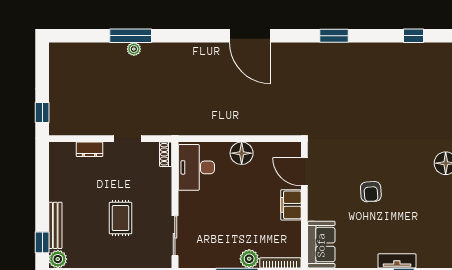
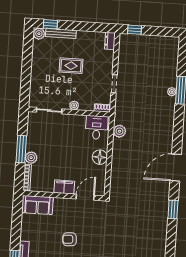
window: (334, 36) -> (173, 209), moved
plant: (200, 126) -> (120, 131), added
dresser: (90, 149) -> (110, 41), moved
desk: (196, 167) -> (97, 127), width x0.73
plant: (165, 198) -> (74, 105), added
rug: (120, 218) -> (71, 66), moved

